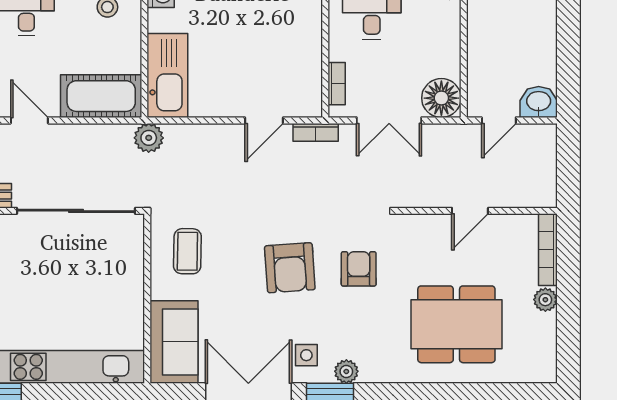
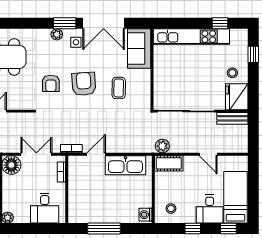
kitchen sink: (167, 76) -> (125, 165), moved, turned -90
cot: (101, 96) -> (169, 163), width x0.73, depth x0.75
plant: (149, 138) -> (162, 146), moved
coffee table: (187, 251) -> (119, 88), moved

